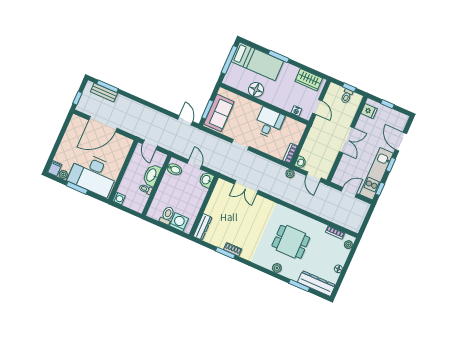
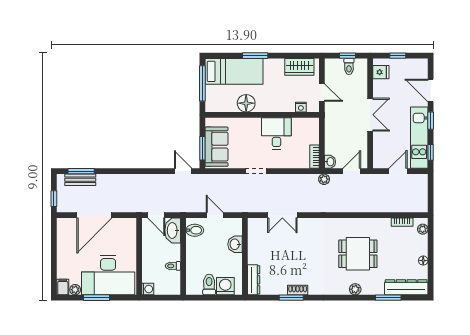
washbasin: (152, 175) -> (173, 230), moved
door: (314, 177) -> (352, 171), swing flipped
washbasin: (206, 180) -> (235, 244), moved

